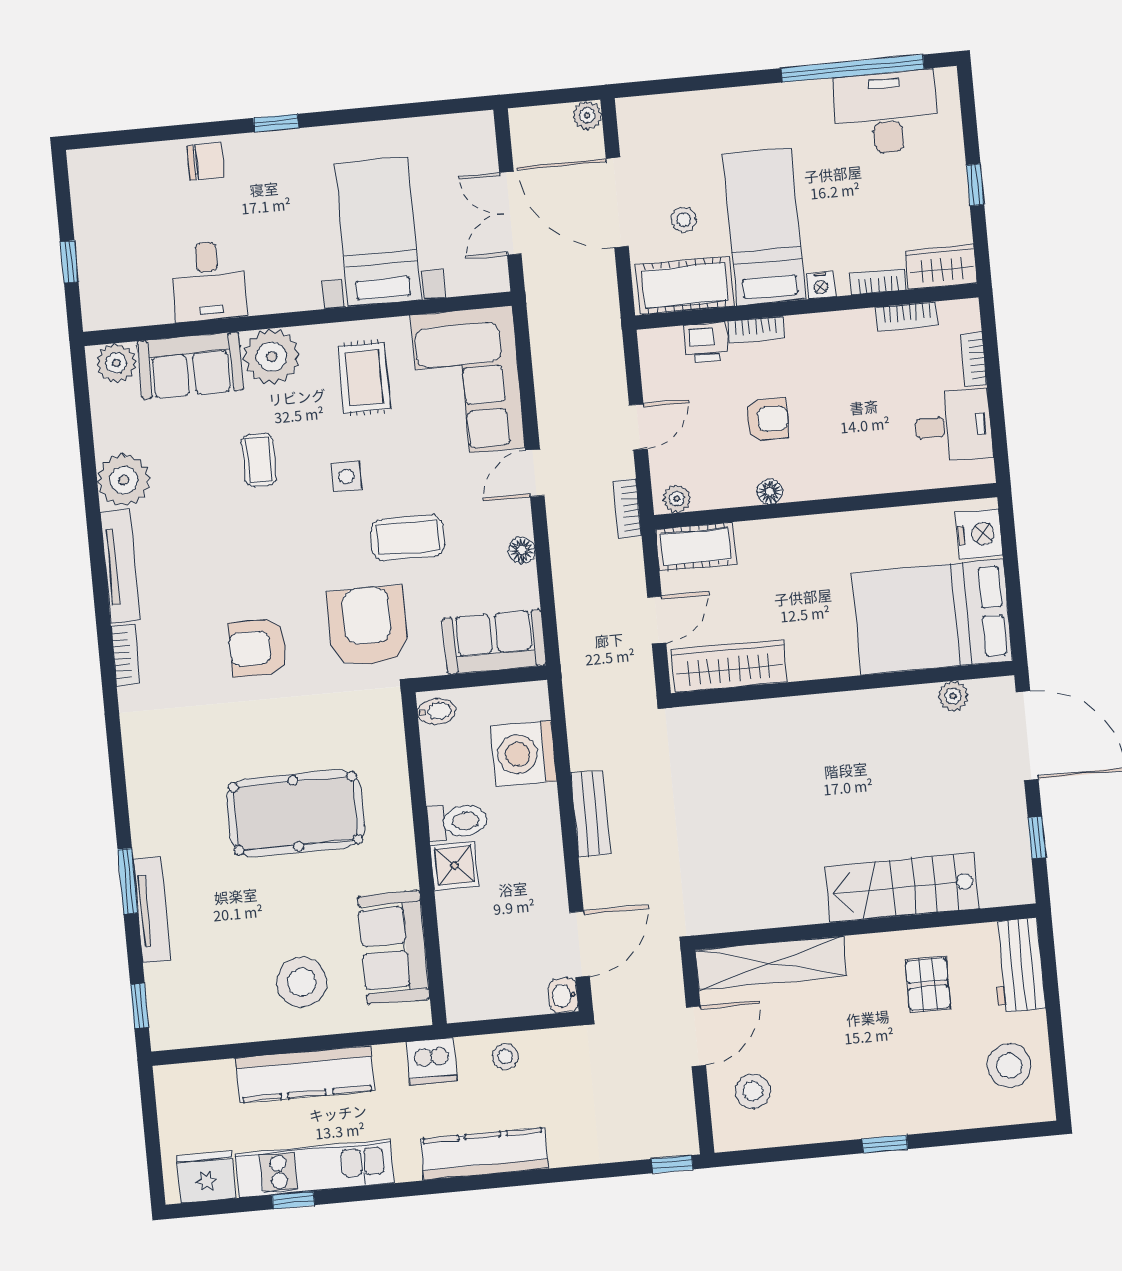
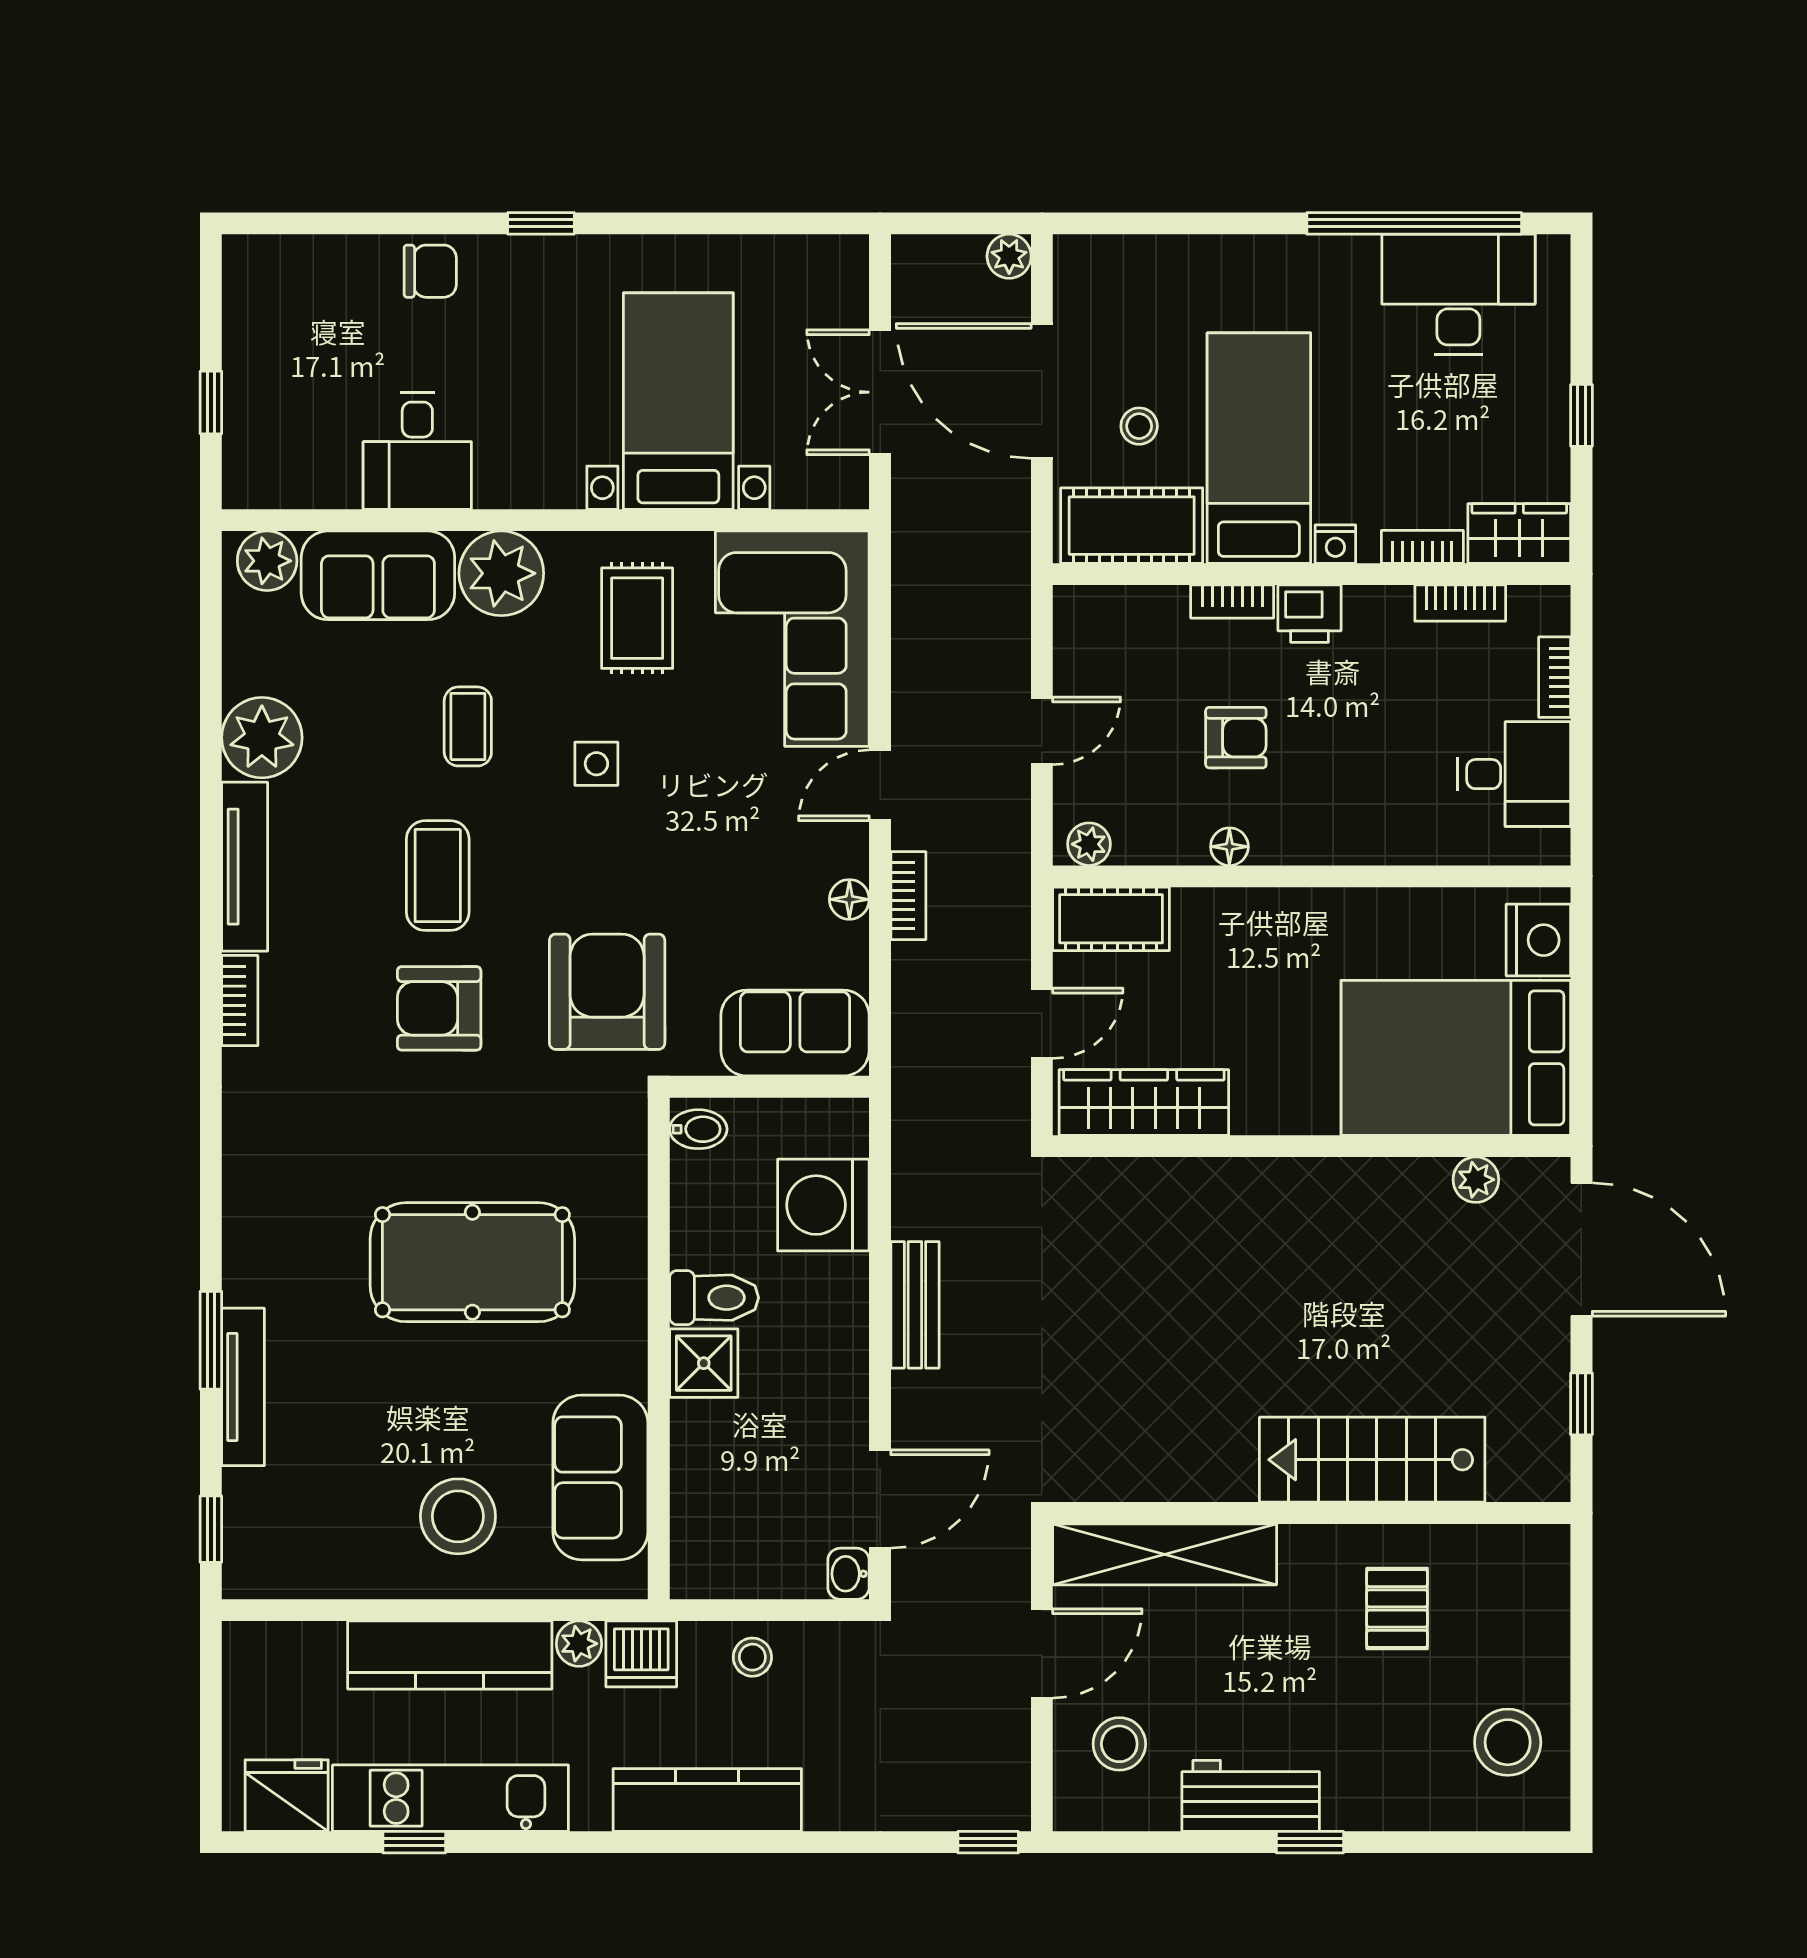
printer: (706, 342) -> (1310, 614), moved
bookcase: (627, 508) -> (908, 896), moved, turned 180
coffee table: (408, 538) -> (438, 876), moved, turned 90
workbench: (1018, 965) -> (1251, 1796), moved, turned 90
plant: (390, 1059) -> (579, 1644), added

